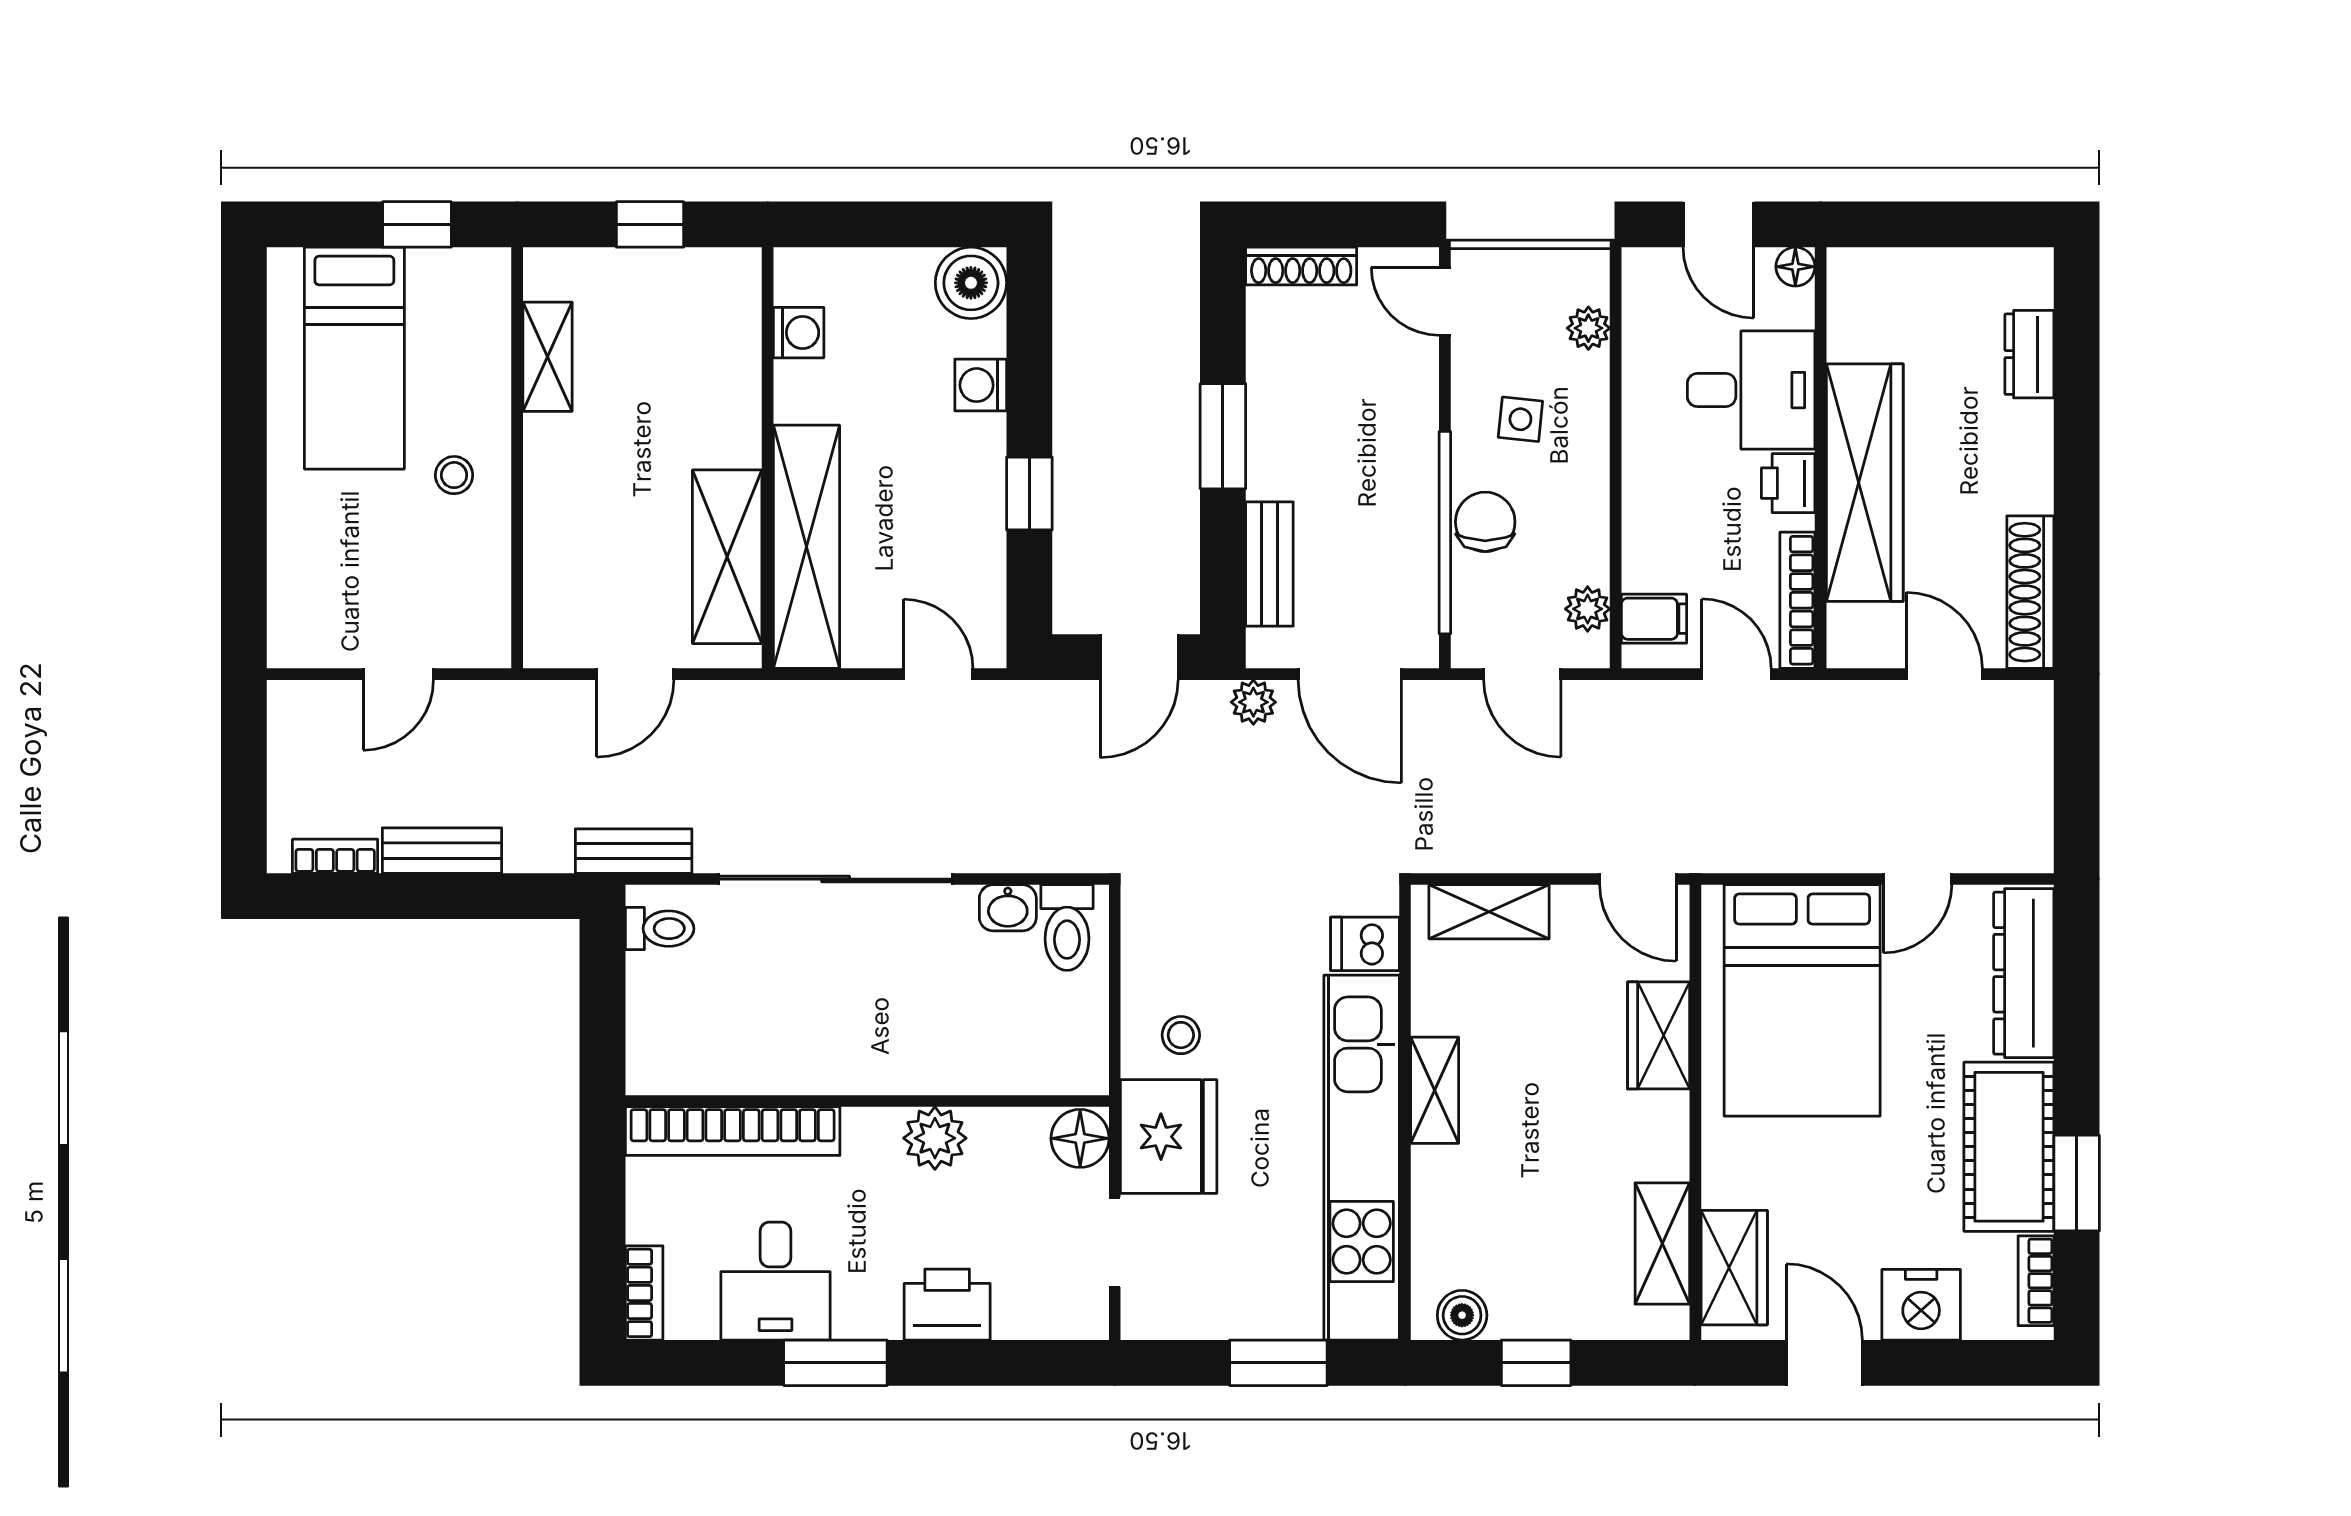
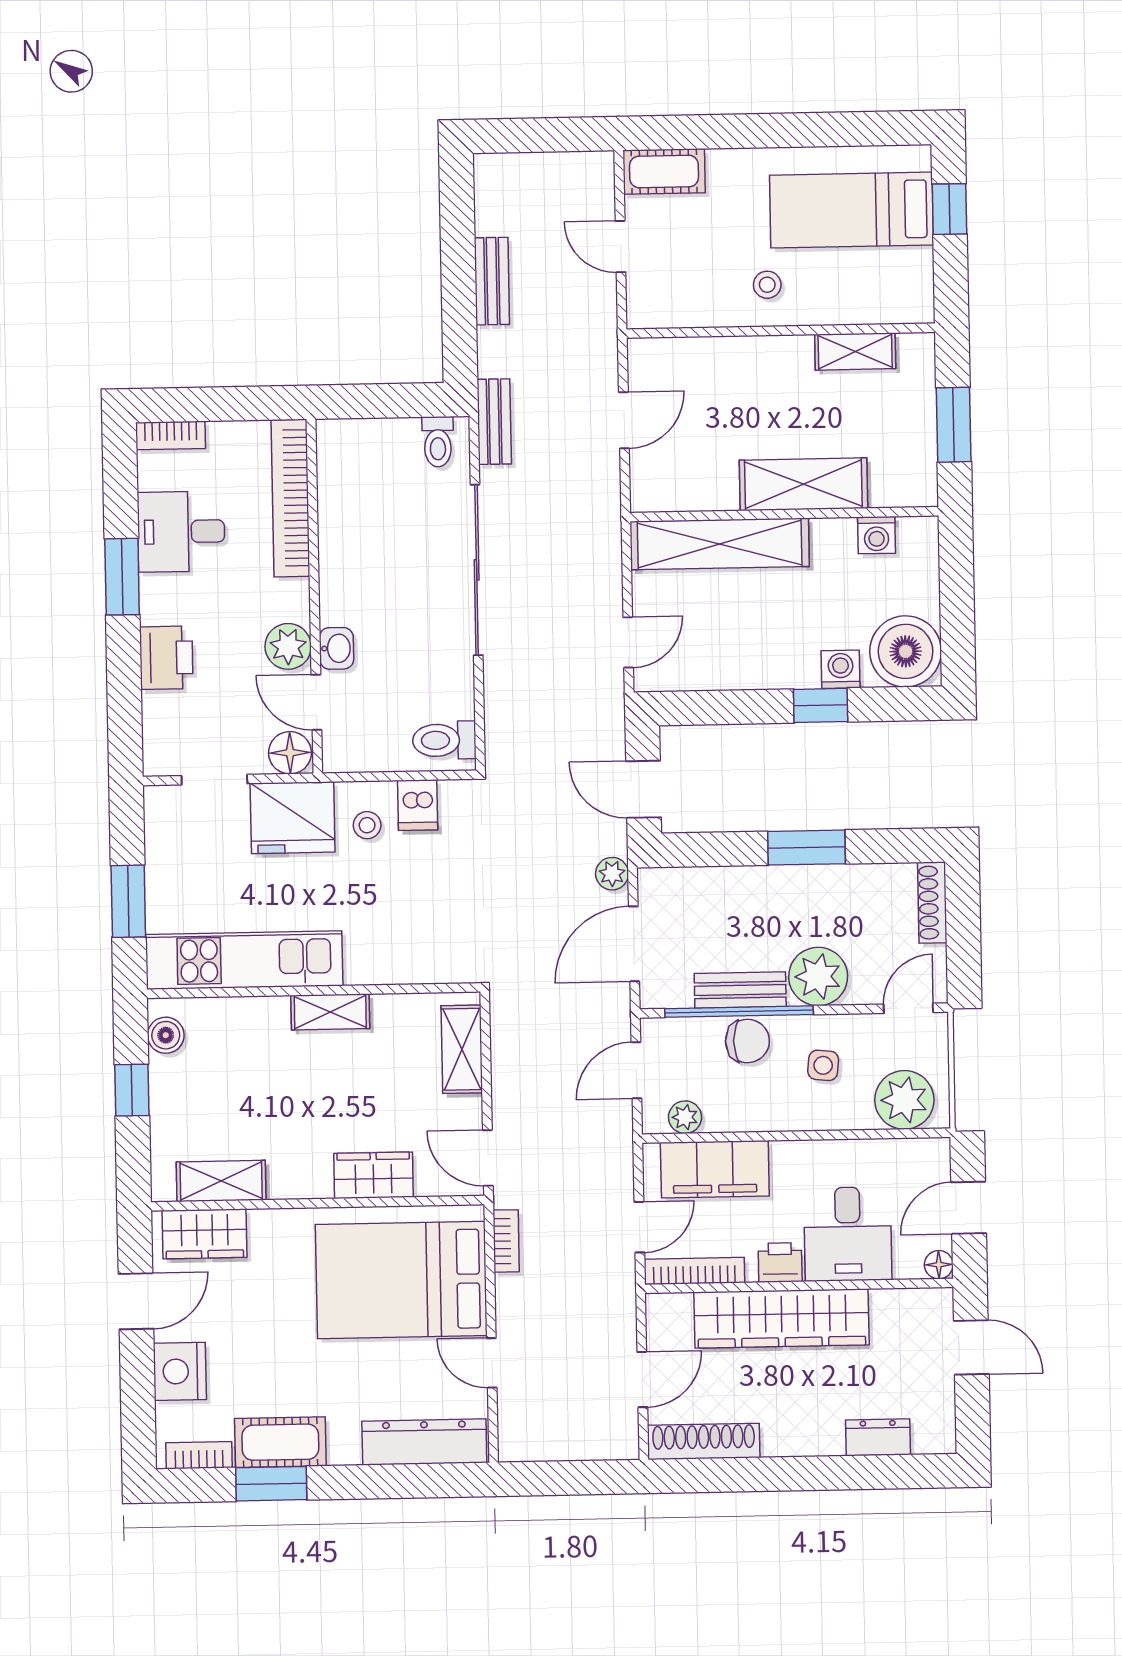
window: (417, 224) -> (949, 209), moved
window: (650, 224) -> (954, 425), width x1.50
door: (1909, 224) -> (971, 1347), added
boiler: (971, 283) -> (906, 651), width x1.37, depth x1.37
plant: (1588, 328) -> (904, 1100), width x1.87, depth x1.87
plant: (1399, 424) -> (818, 977), added
window: (1029, 493) -> (821, 705), moved
shelving: (727, 557) -> (803, 484), moved
bench: (1269, 564) -> (740, 990), moved
cot: (297, 613) -> (664, 171), added
filing cabinet: (1654, 619) -> (715, 1169), width x3.00, depth x1.17
door: (635, 674) -> (624, 420), swing flipped
bookcase: (335, 856) -> (506, 1241), moved
door: (1638, 879) -> (488, 1158), hinge flipped
washbasin: (1008, 908) -> (336, 648), moved, turned 180
dishwasher: (1365, 944) -> (418, 805), moved, turned 180
door: (1012, 1101) -> (316, 702), added
cot: (2009, 1147) -> (280, 1442), width x0.73, depth x0.75
kitchen unit: (1362, 1158) -> (244, 960), width x0.73

